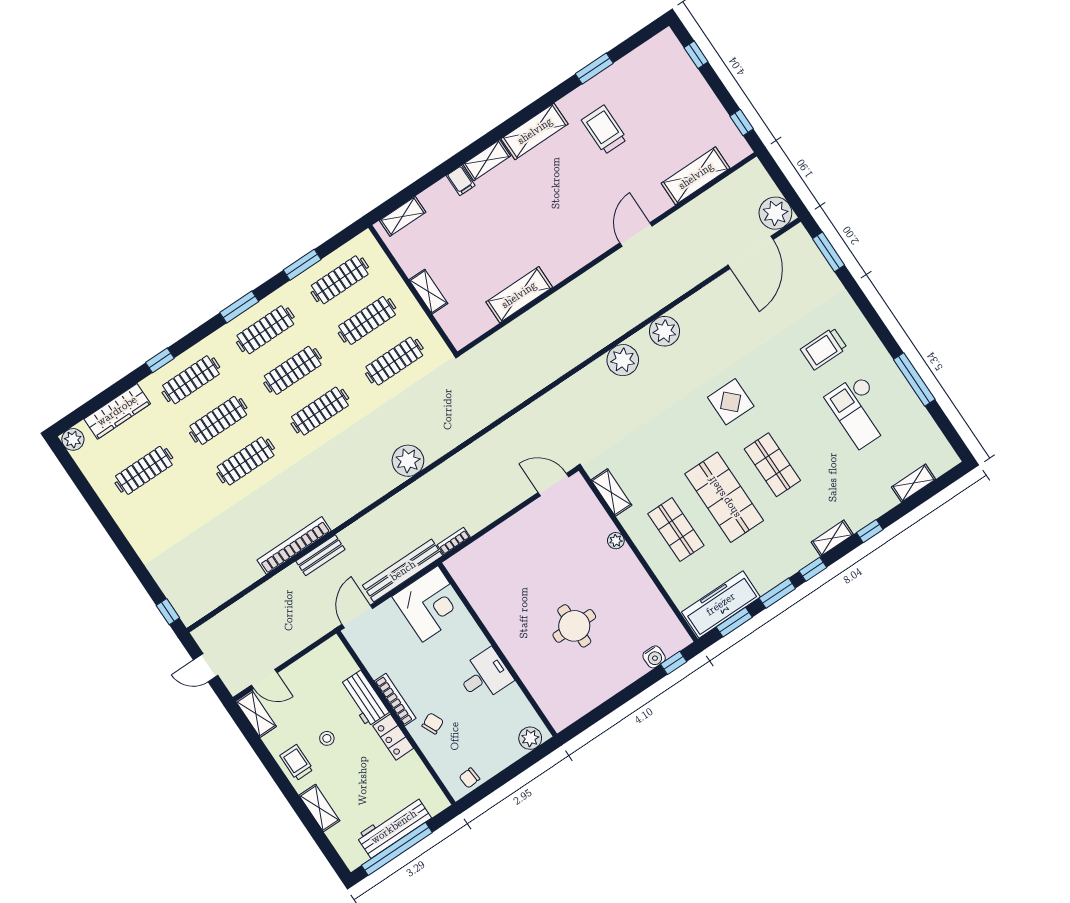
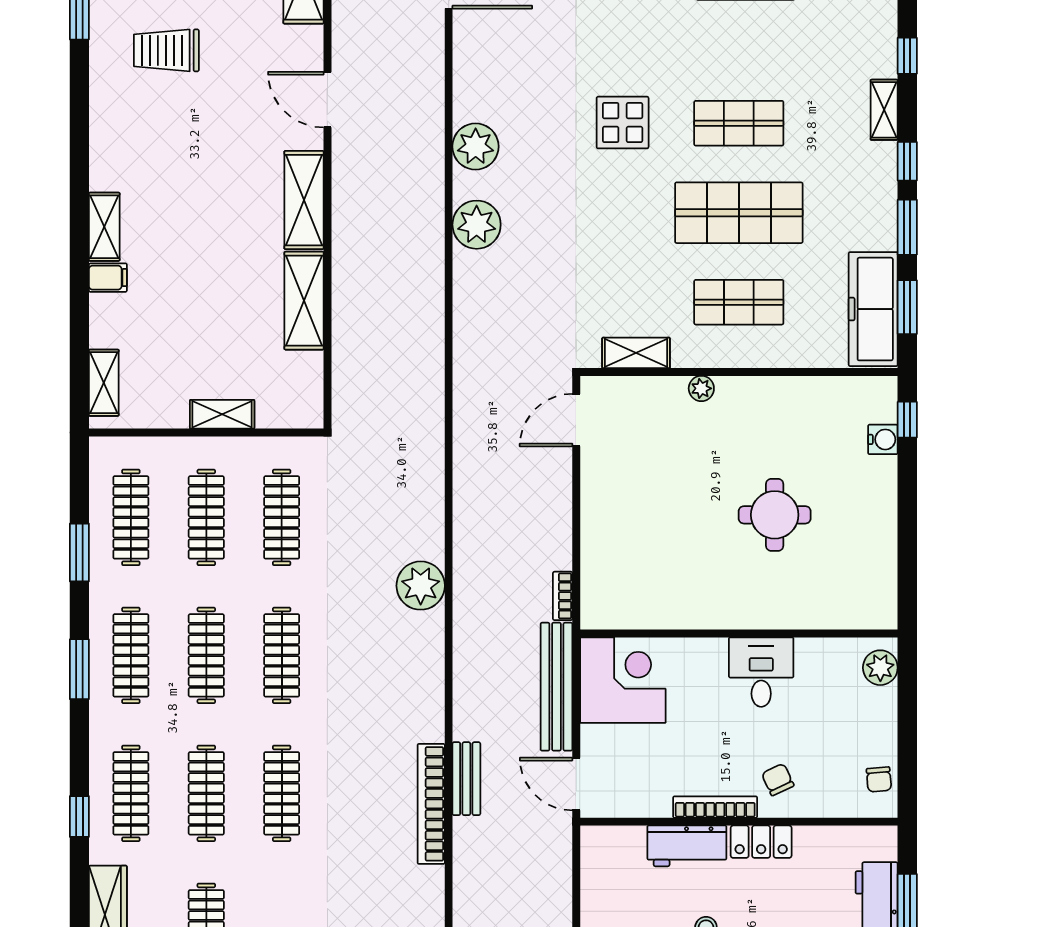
shelving: (535, 131) -> (304, 200), moved

